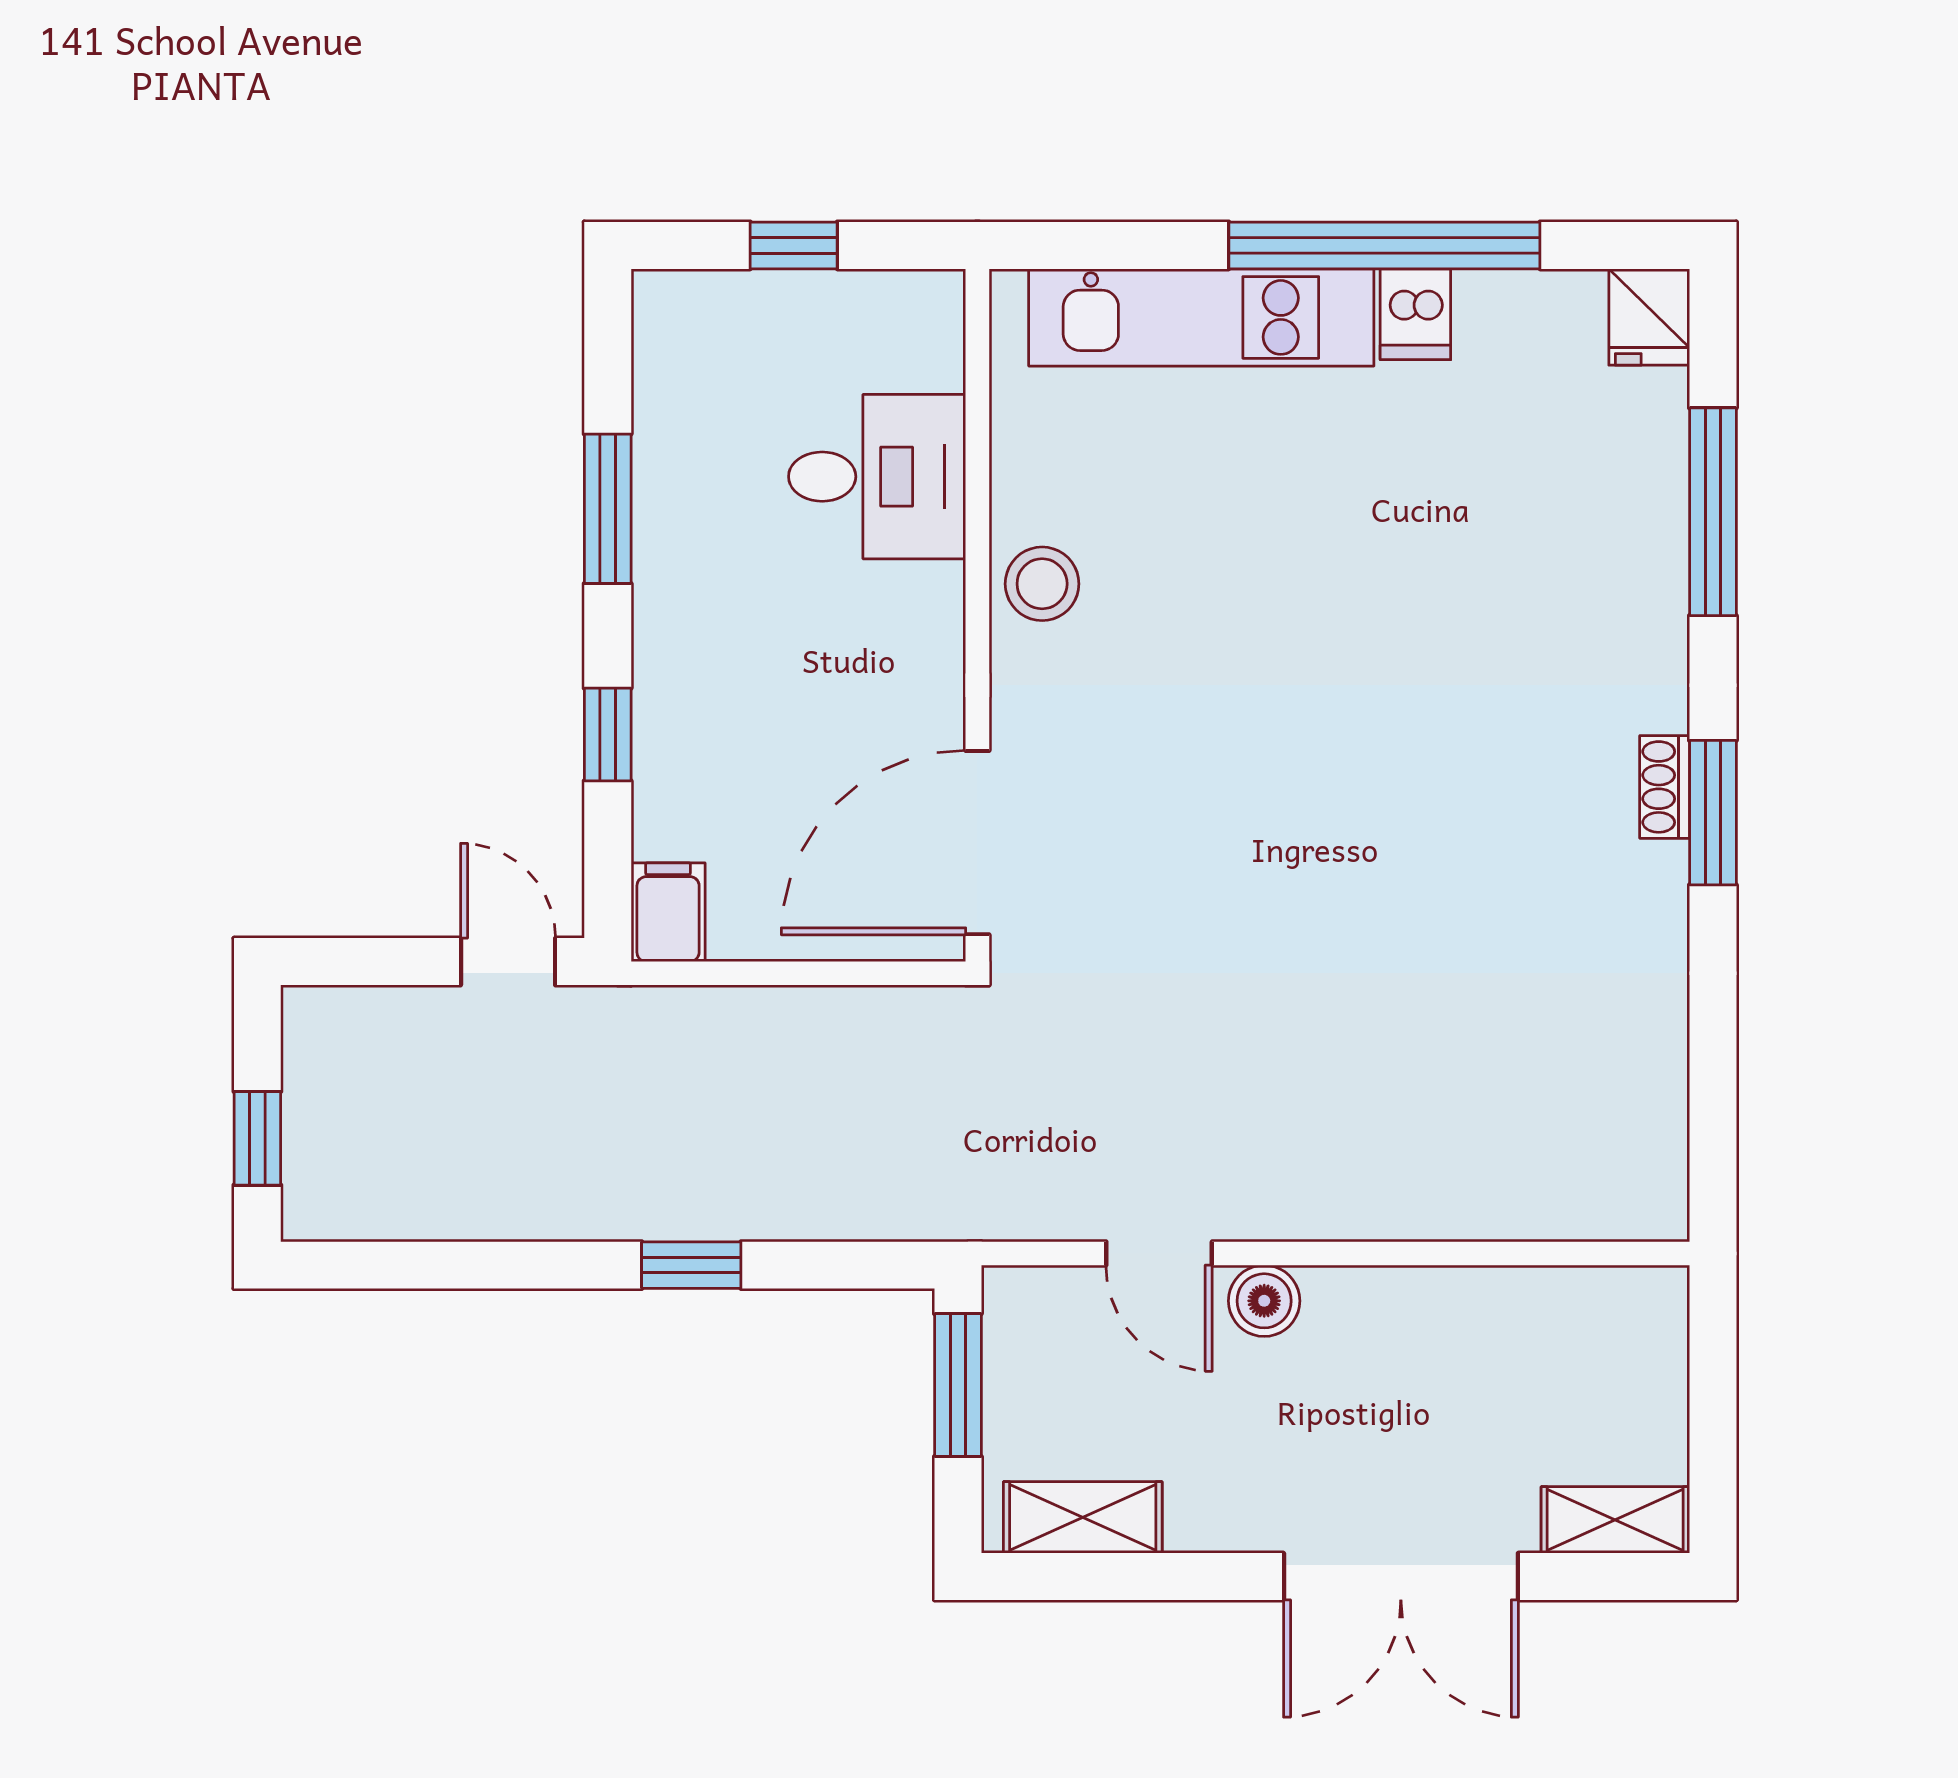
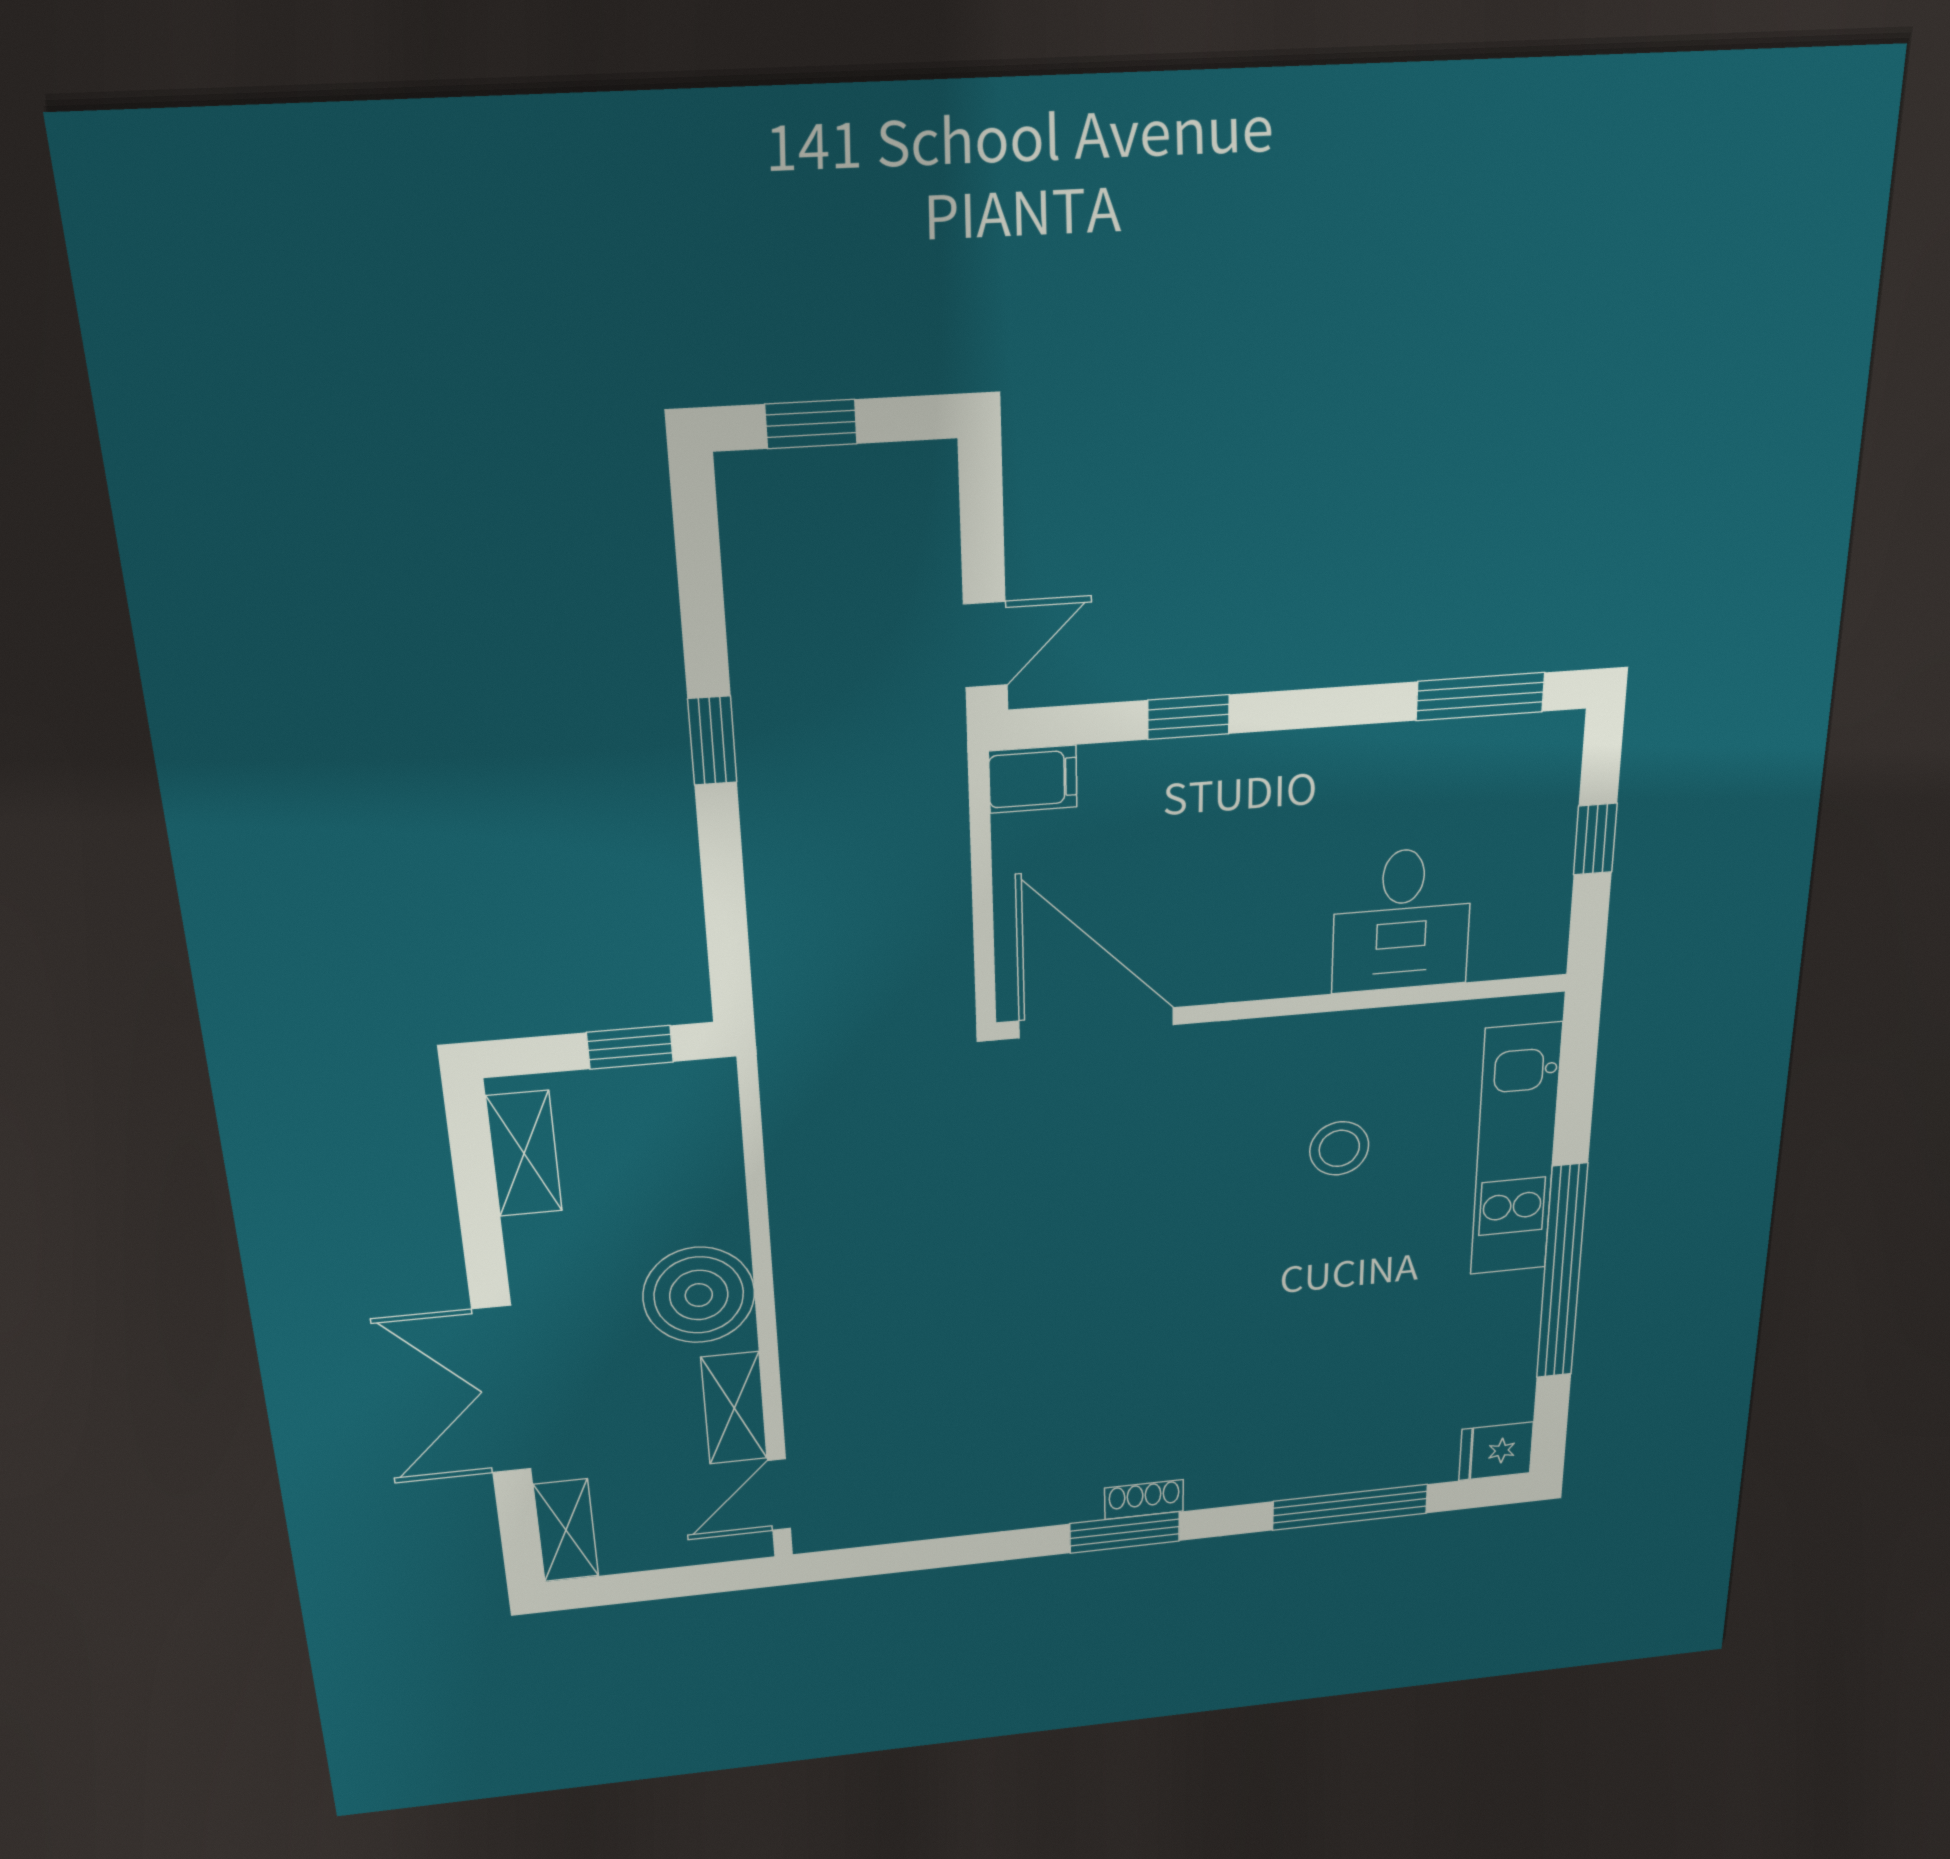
dishwasher: (1415, 314) -> (1508, 1298), removed
window: (608, 509) -> (1480, 697), moved
stool: (1042, 584) -> (1339, 1148), moved
door: (1159, 1253) -> (779, 1495), moved
window: (691, 1265) -> (712, 741), moved
shelving: (1461, 1300) -> (734, 1408), added
boiler: (1264, 1301) -> (699, 1295), width x1.86, depth x1.86
window: (958, 1385) -> (630, 1047), width x0.67

